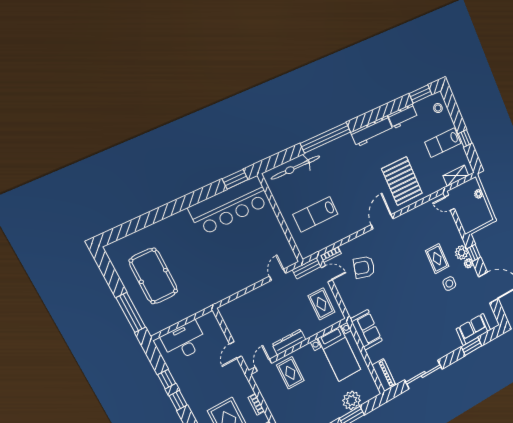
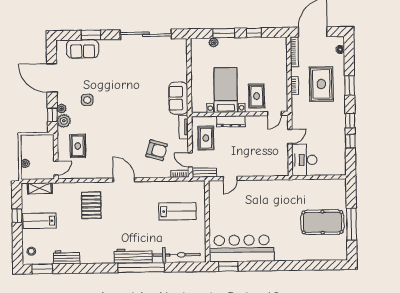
workbench: (372, 131) -> (133, 256), moved
lab bench: (443, 143) -> (40, 221), turned 180
pallet: (402, 181) -> (91, 205), width x0.73, depth x0.71
door: (450, 203) -> (56, 168), hinge flipped
door: (382, 222) -> (124, 180), swing flipped
rug: (437, 259) -> (78, 146), moved
pool table: (153, 276) -> (322, 222), turned 90
tv unit: (348, 304) -> (184, 127), added
window: (131, 312) -> (351, 224), moved
desk: (184, 341) -> (304, 160), moved, turned 90
dresser: (289, 342) -> (231, 121), moved
bed with nightstands: (339, 354) -> (226, 90), moved
sliding door: (423, 374) -> (146, 34), width x1.36
piano: (384, 375) -> (181, 53), removed
plant: (352, 400) -> (214, 43), width x0.53, depth x0.53

